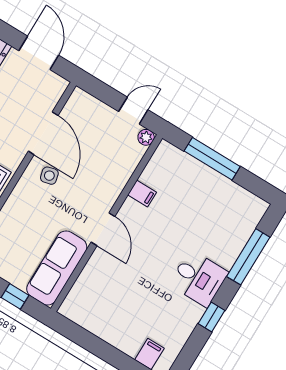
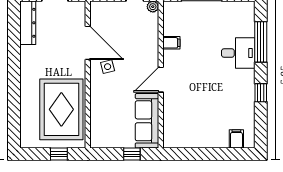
door: (103, 229) -> (161, 80), swing flipped
desk: (199, 278) -> (238, 53), moved

